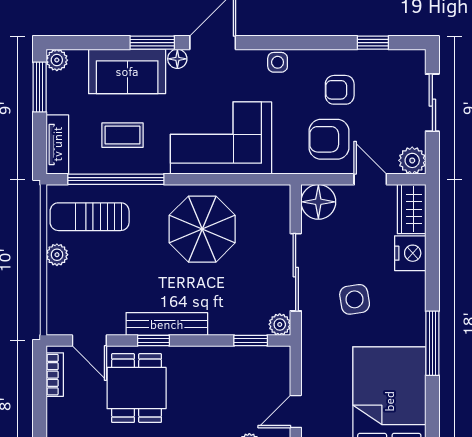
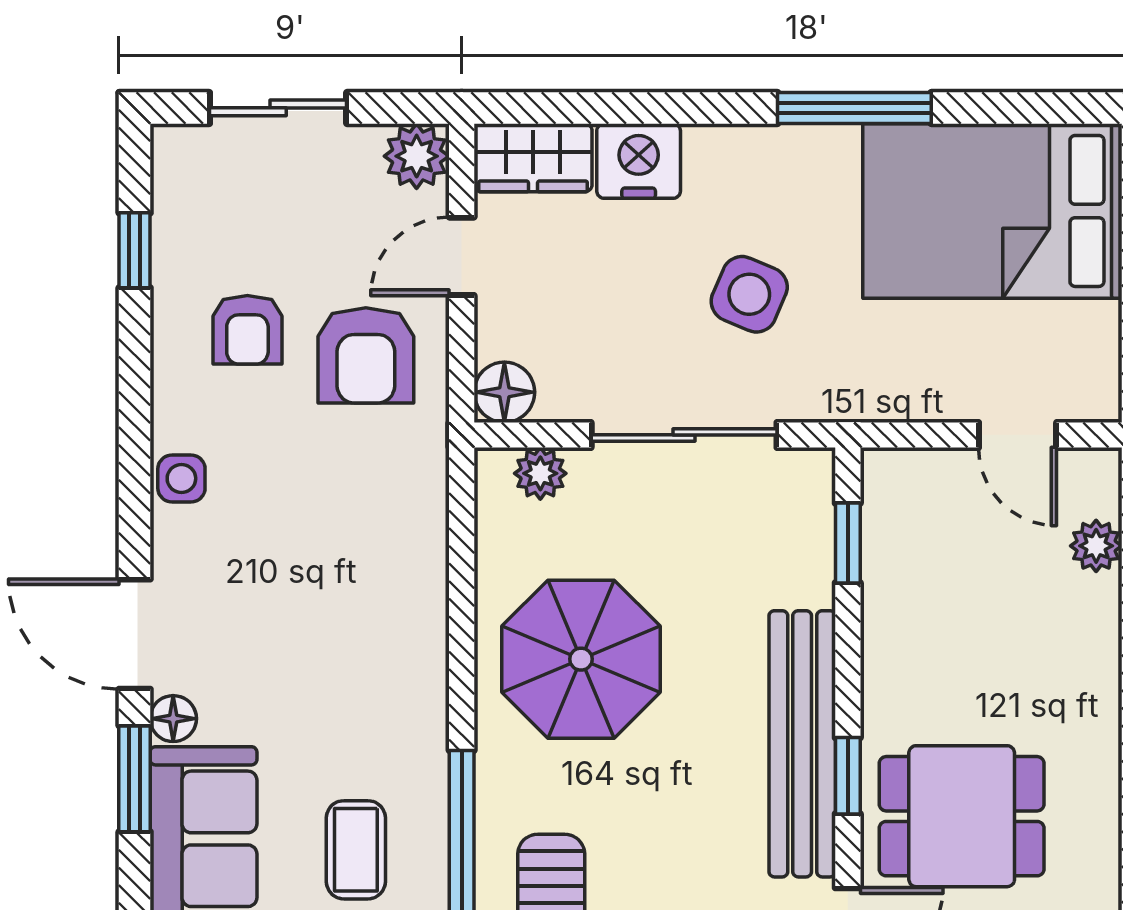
corner sofa: (221, 138) -> (363, 614), removed
floor lamp: (318, 202) -> (504, 392), width x0.73, depth x0.73
side table: (355, 299) -> (749, 294), turned 32
bench: (167, 324) -> (802, 744), width x1.37, depth x1.21
plant: (280, 324) -> (540, 473), moved

